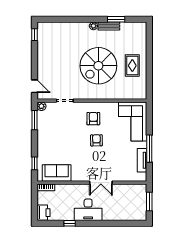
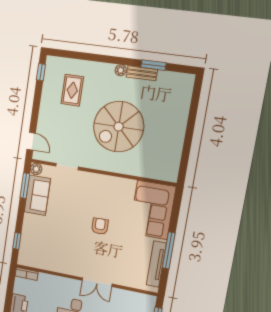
rug: (132, 66) -> (72, 90), moved
armchair: (93, 119) -> (100, 197), removed
tv unit: (142, 160) -> (156, 264), width x1.41
sofa: (57, 173) -> (37, 195), moved, turned 90

